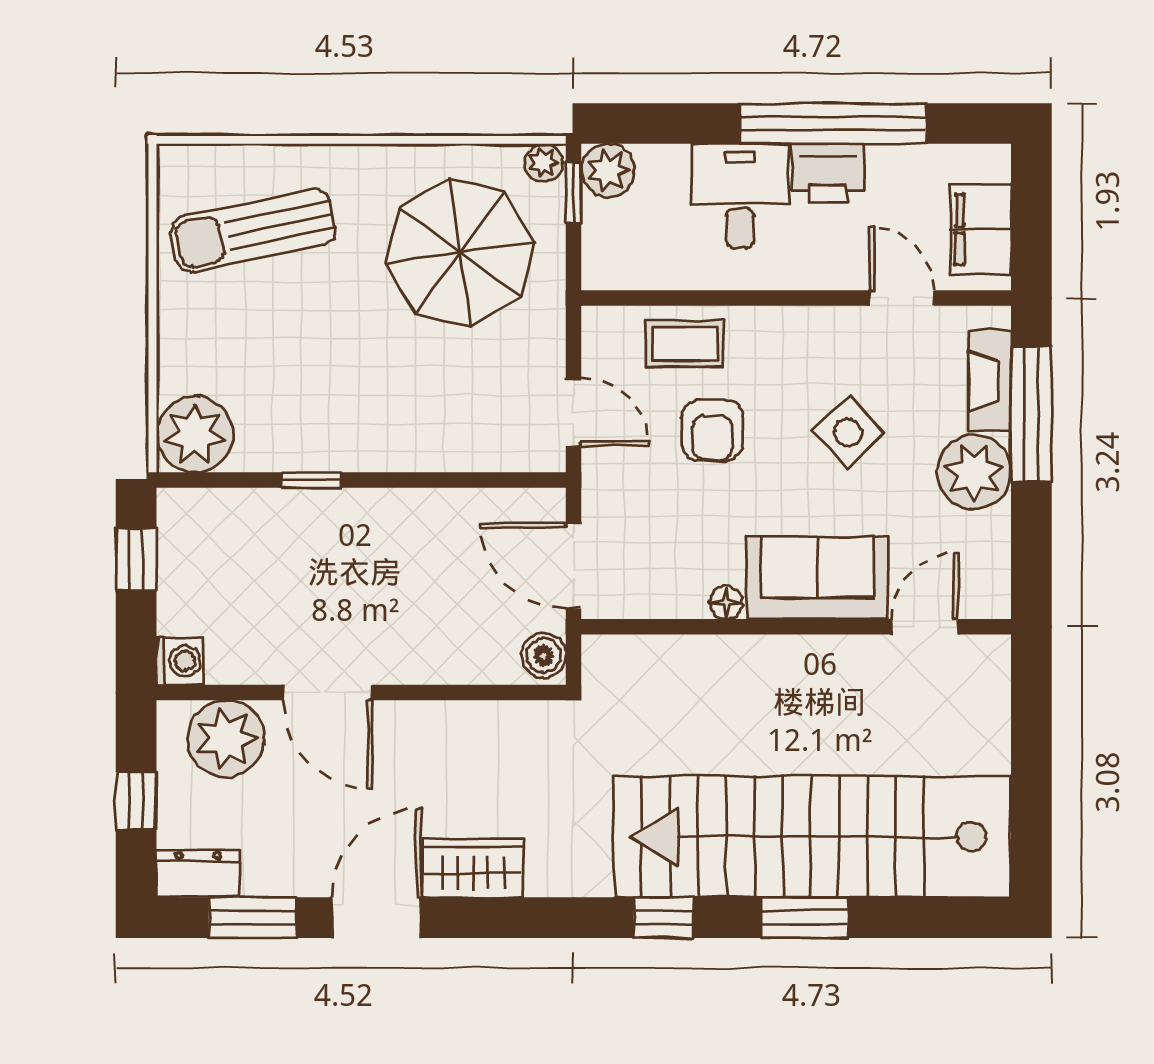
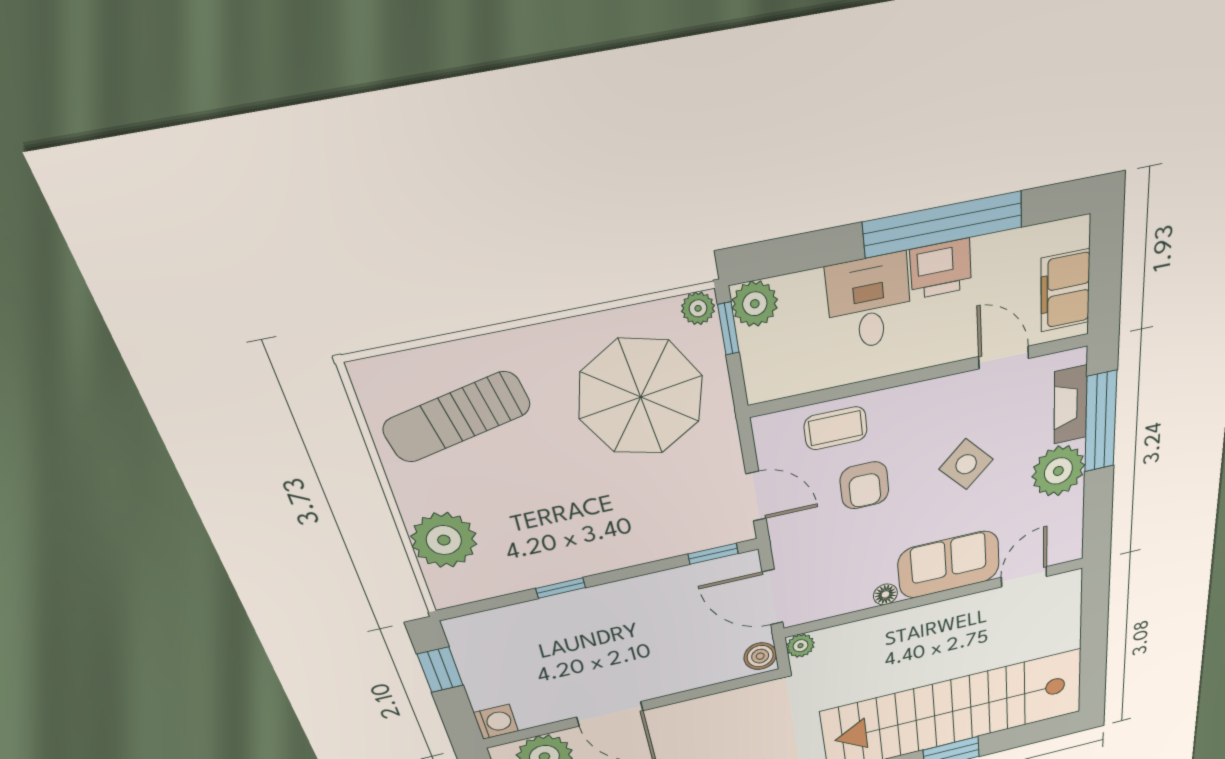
plant: (195, 434) -> (444, 540), moved
window: (507, 480) -> (713, 554), added
plant: (601, 654) -> (801, 646), added

